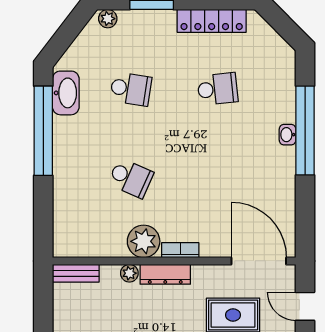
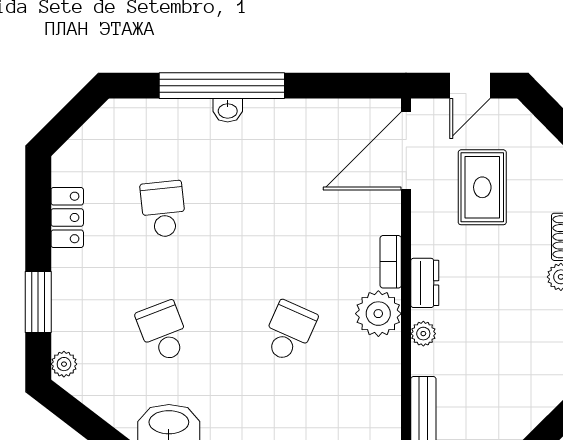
locker: (212, 21) -> (67, 217), width x0.66
school desk: (131, 89) -> (163, 332), turned -30
dresser: (165, 274) -> (425, 283), width x0.70

